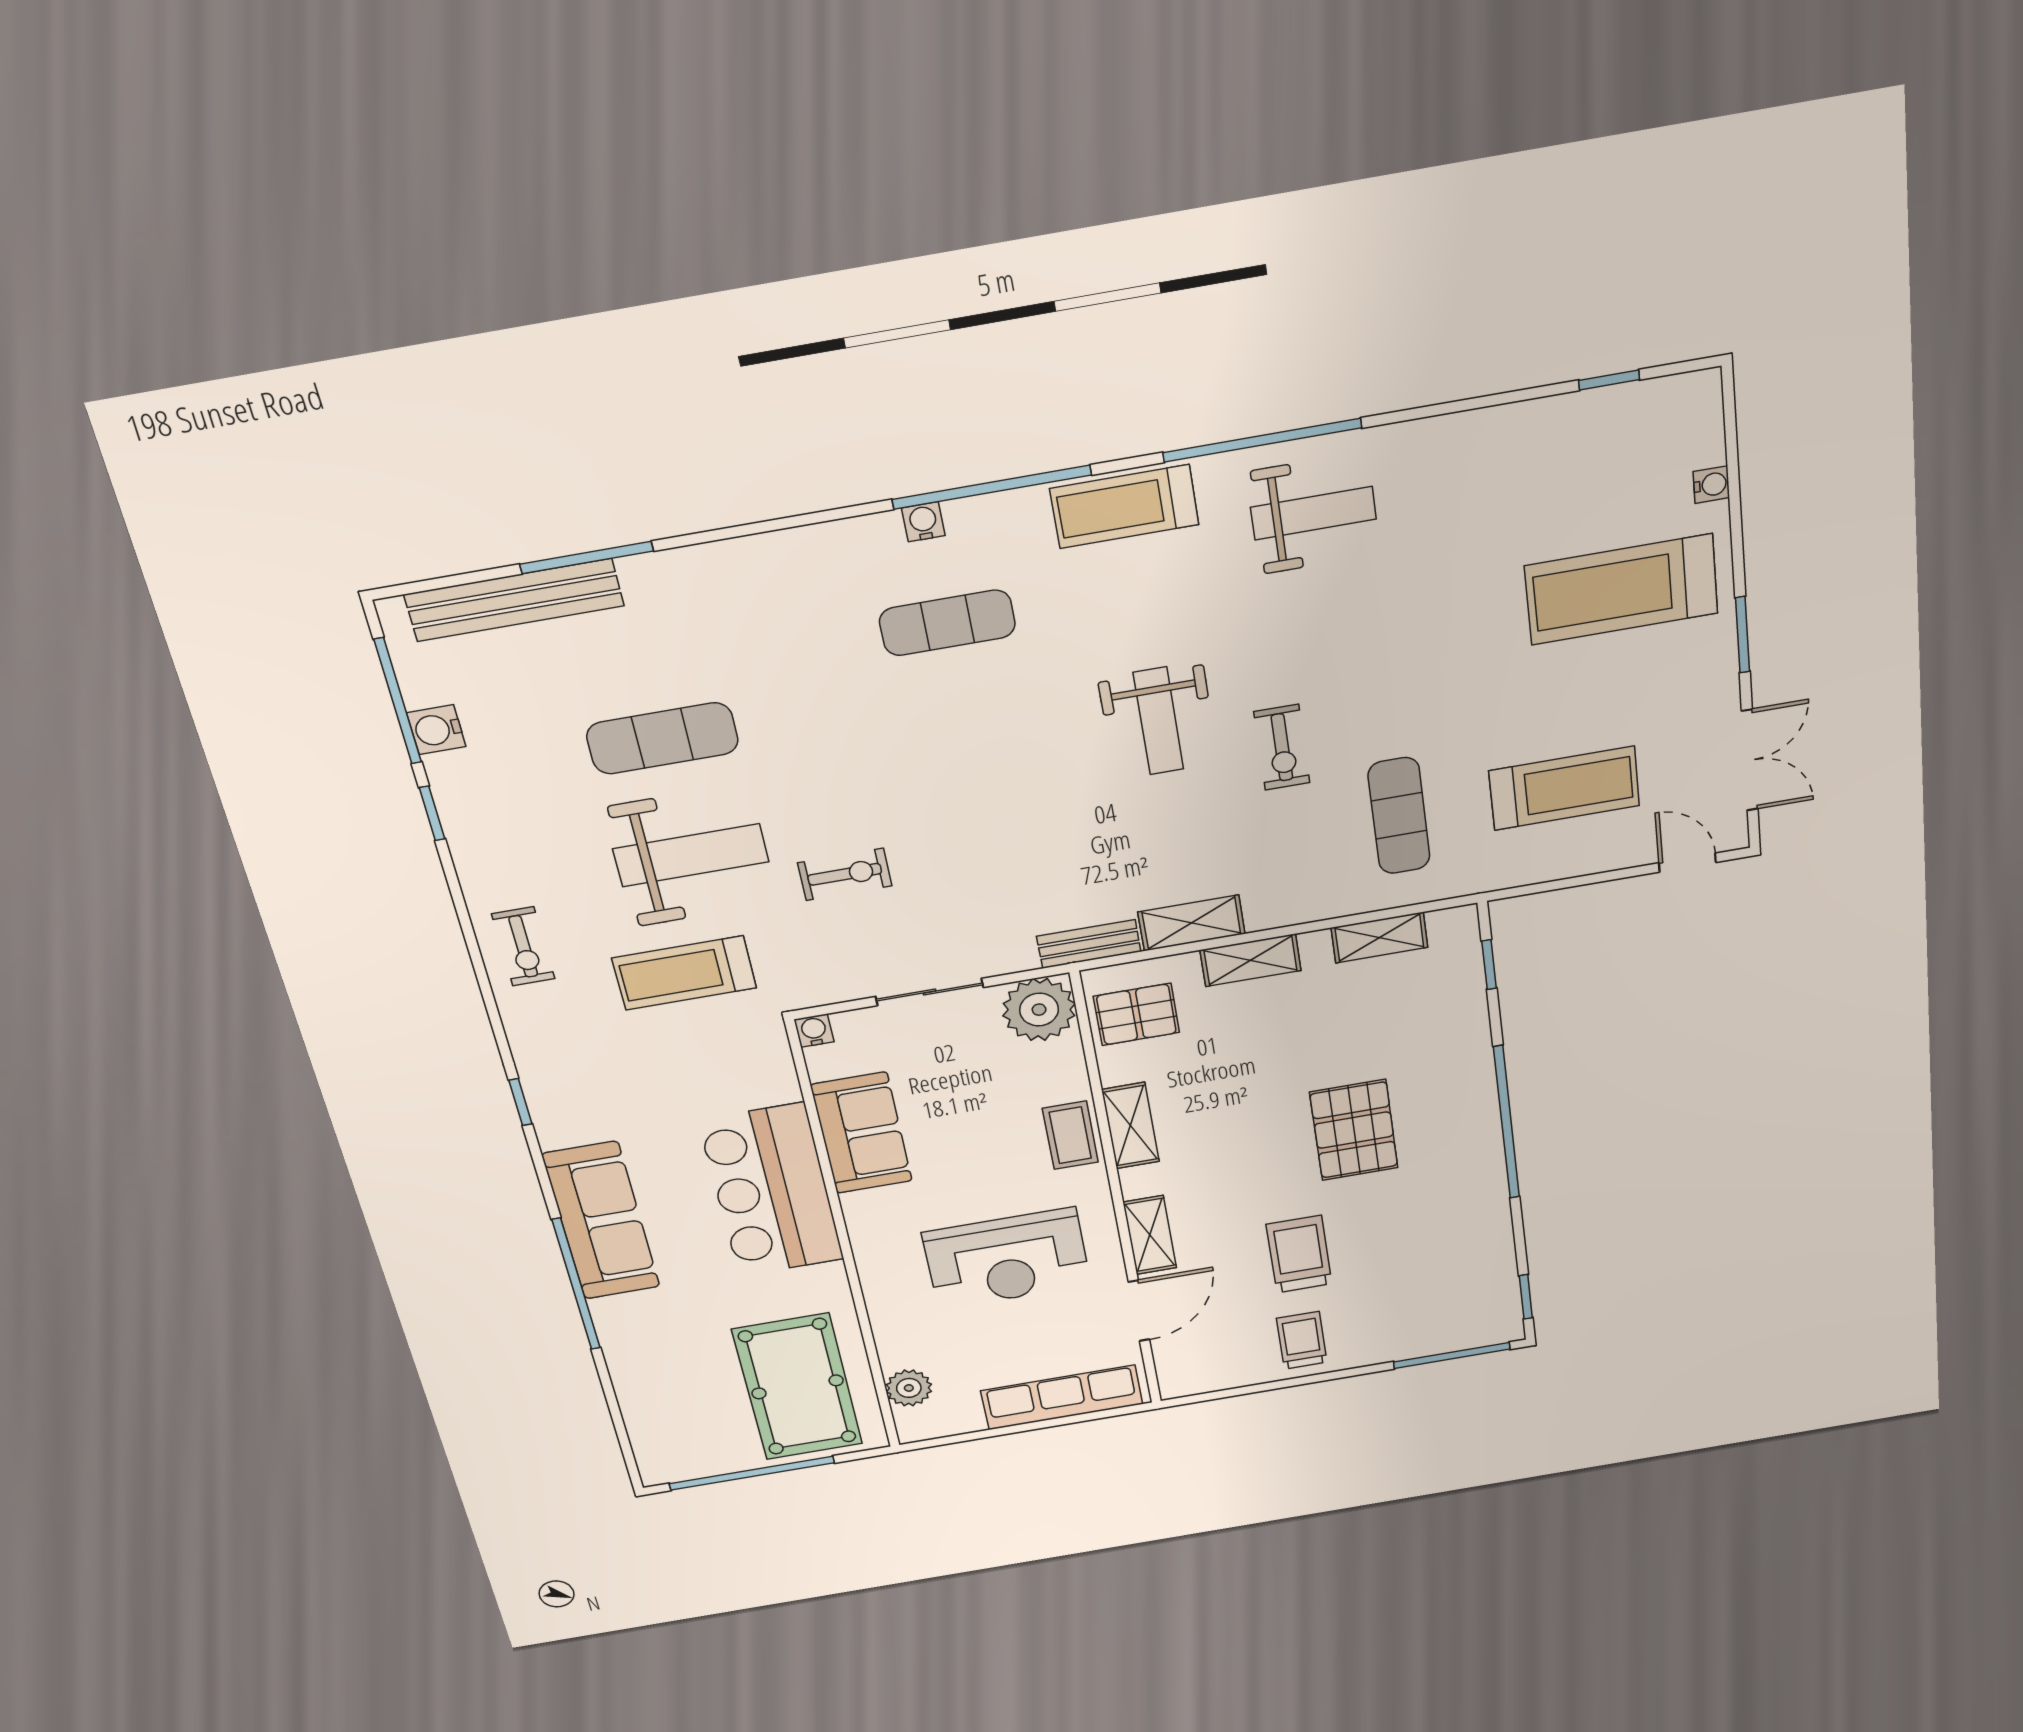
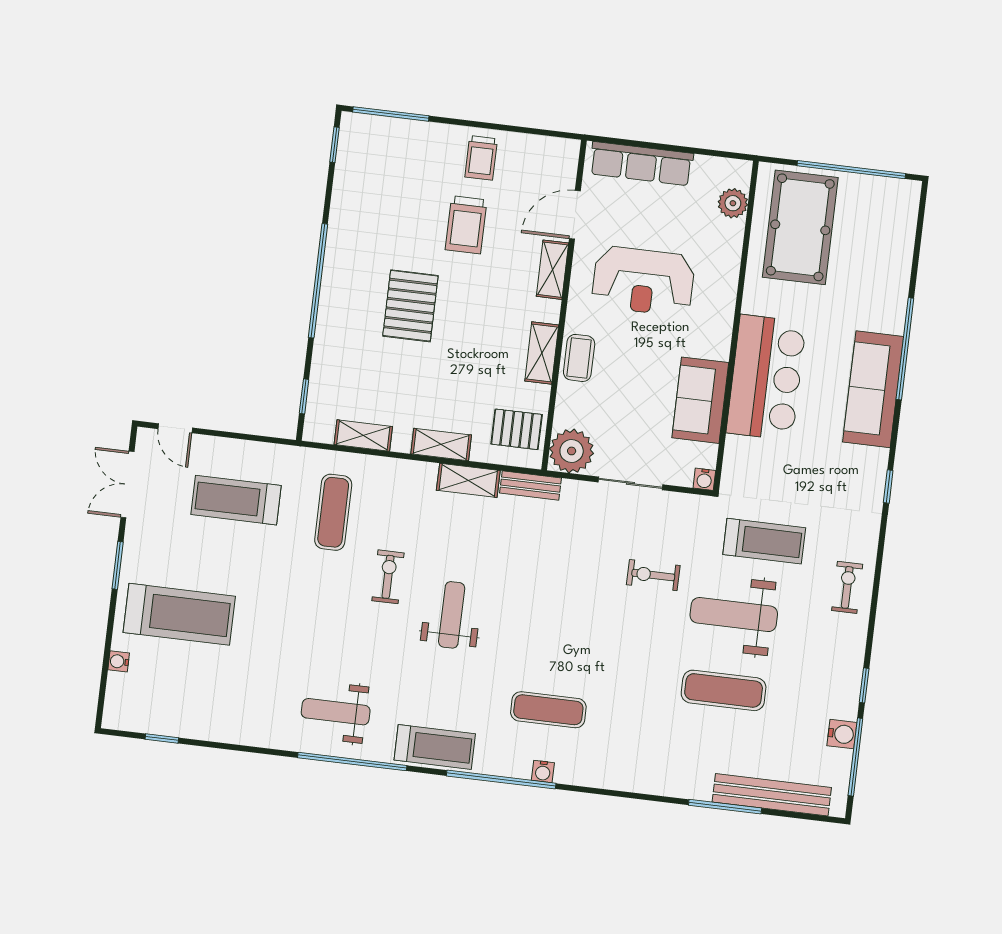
reception desk: (1007, 1259) -> (643, 281), turned 180

